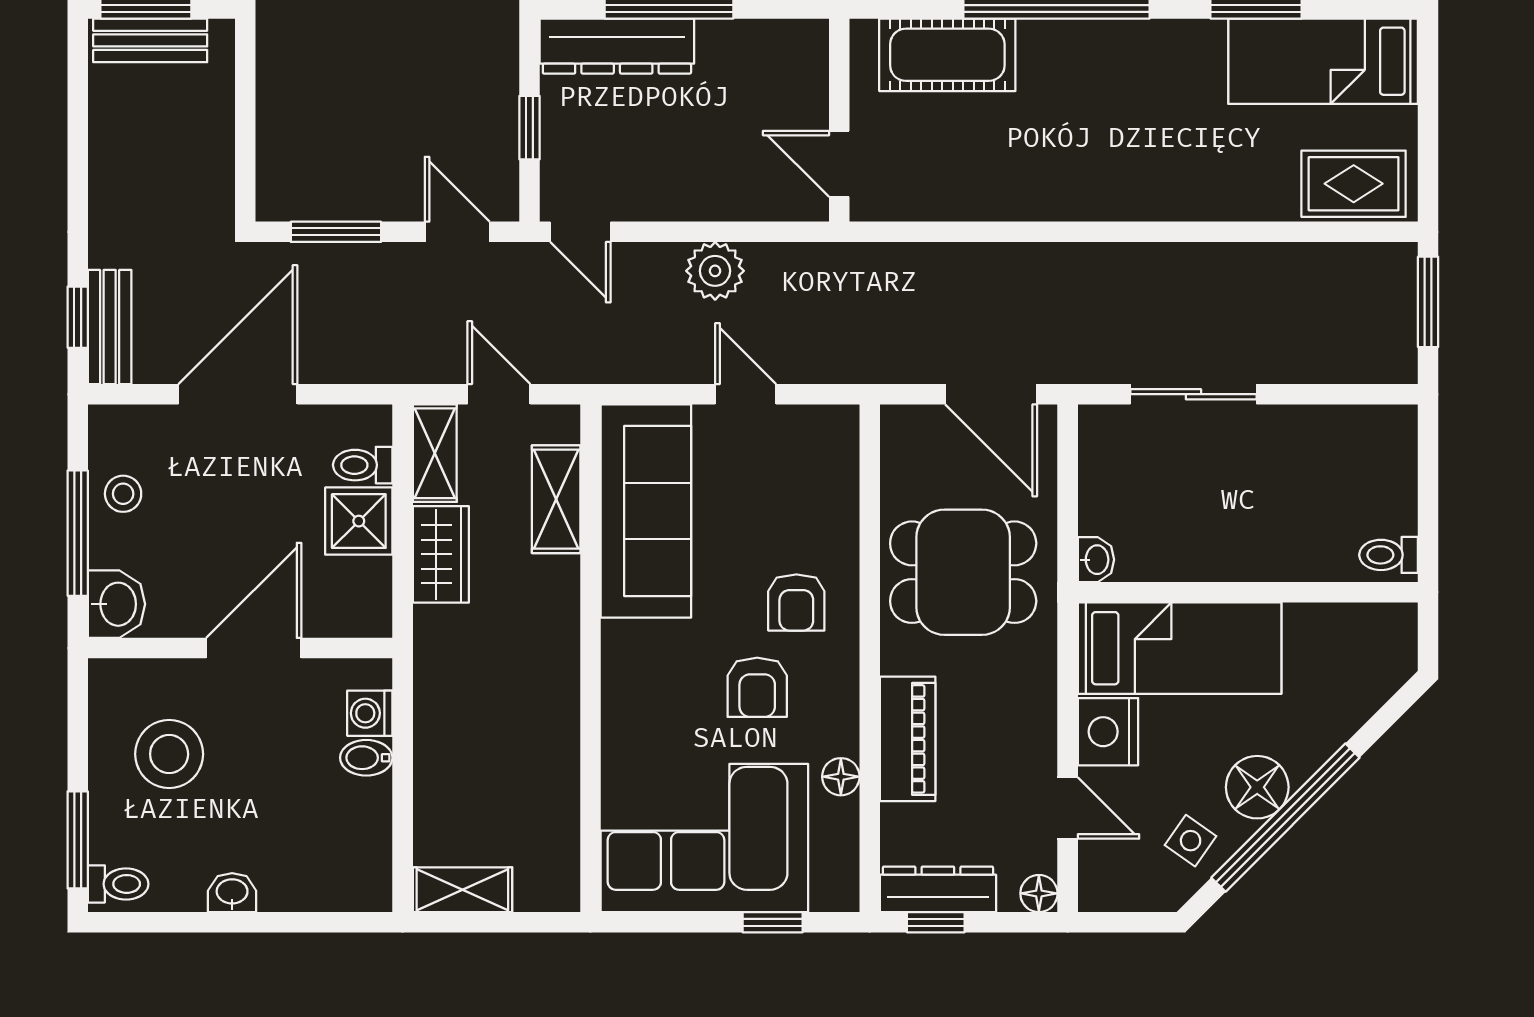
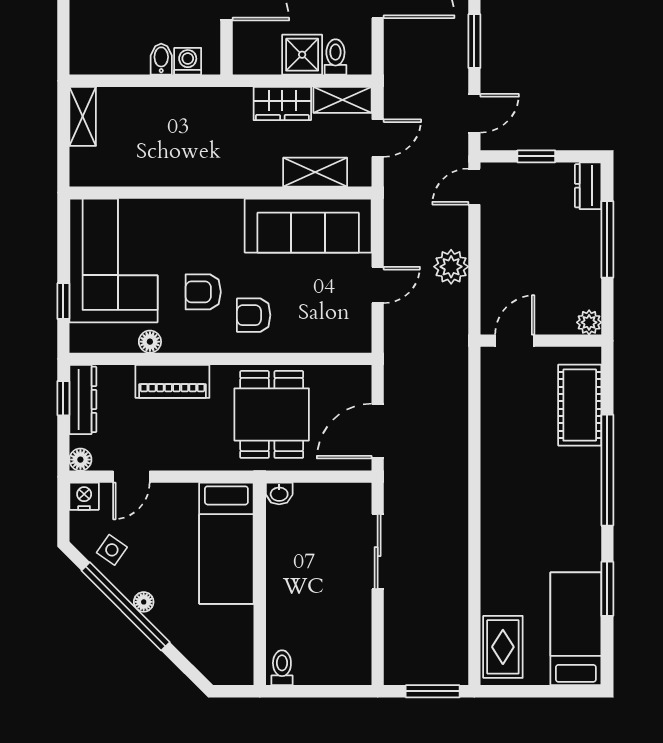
plant: (808, 39) -> (589, 322), added
dresser: (617, 46) -> (588, 186), width x0.51, depth x0.80
nightstand: (1108, 732) -> (84, 496), moved, width x0.74, depth x0.75
floor lamp: (1257, 787) -> (144, 602), width x0.53, depth x0.53

